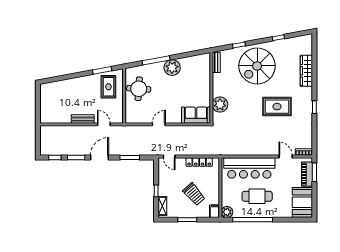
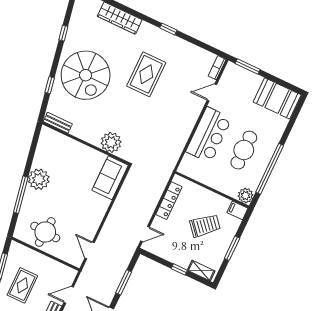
rug: (108, 87) -> (22, 285), moved, turned 90
door: (159, 124) -> (90, 250), moved
bar counter: (249, 168) -> (209, 135), width x0.73
piano: (307, 174) -> (246, 77), removed

